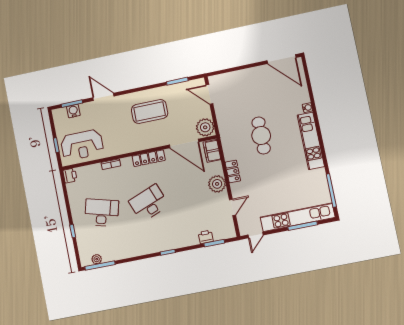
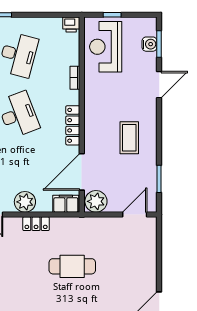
coffee table: (150, 112) -> (129, 138), width x0.73, depth x0.76

